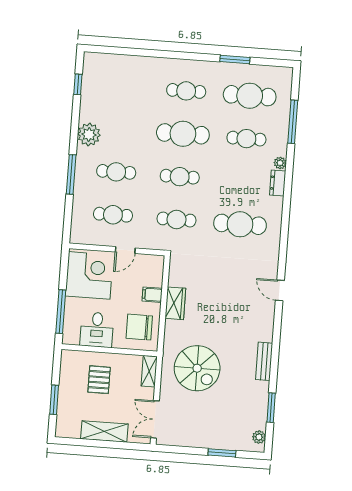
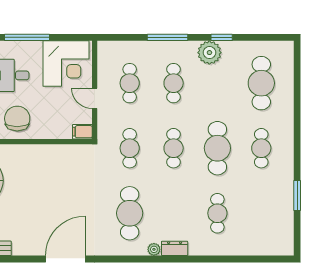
window: (78, 84) -> (222, 37), moved
cafe table: (250, 96) -> (261, 83), moved
window: (293, 122) -> (238, 259), removed
plant: (280, 163) -> (154, 249), moved
door: (280, 290) -> (65, 259), width x1.88
filing cabinet: (152, 295) -> (82, 132), moved, turned -90
wardrobe: (175, 303) -> (44, 153), removed

